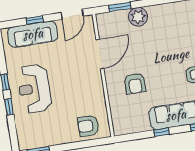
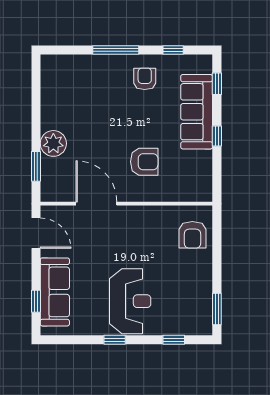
window: (35, 20) -> (36, 301), moved
reception desk: (34, 89) -> (130, 301), turned -90
window: (9, 107) -> (174, 340), moved

